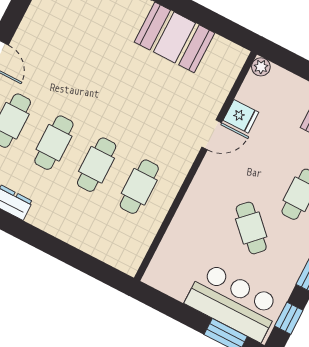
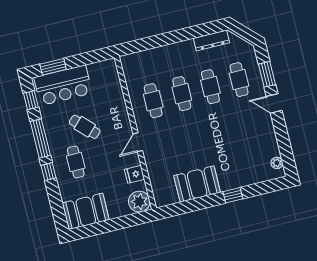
plant: (261, 67) -> (139, 202), width x1.87, depth x1.87
door: (212, 135) -> (138, 142), moved

